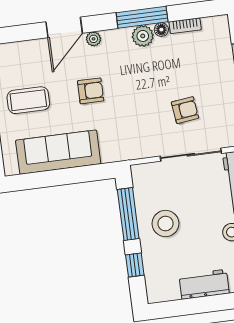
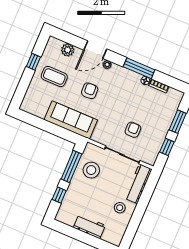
plant: (143, 36) -> (68, 50), moved
armchair: (91, 91) -> (90, 91), turned -93
armchair: (185, 110) -> (133, 130), turned -83
sofa: (58, 152) -> (71, 120), moved
stool: (166, 223) -> (91, 170), moved

